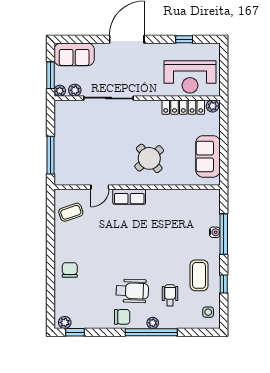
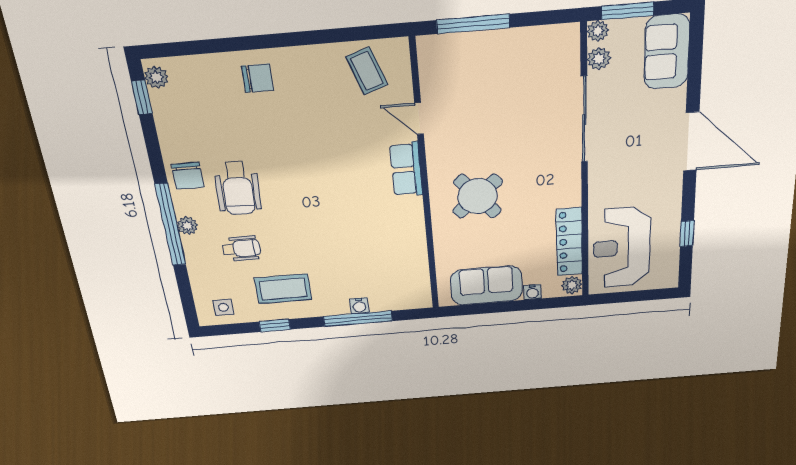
water cooler: (215, 129) -> (533, 292), added

